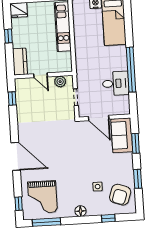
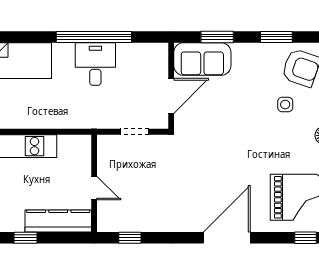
kitchen counter: (20, 62) -> (58, 221), width x1.50
door: (41, 75) -> (94, 188), hinge flipped
plant: (60, 82) -> (107, 156), removed
desk: (116, 83) -> (95, 64), moved

